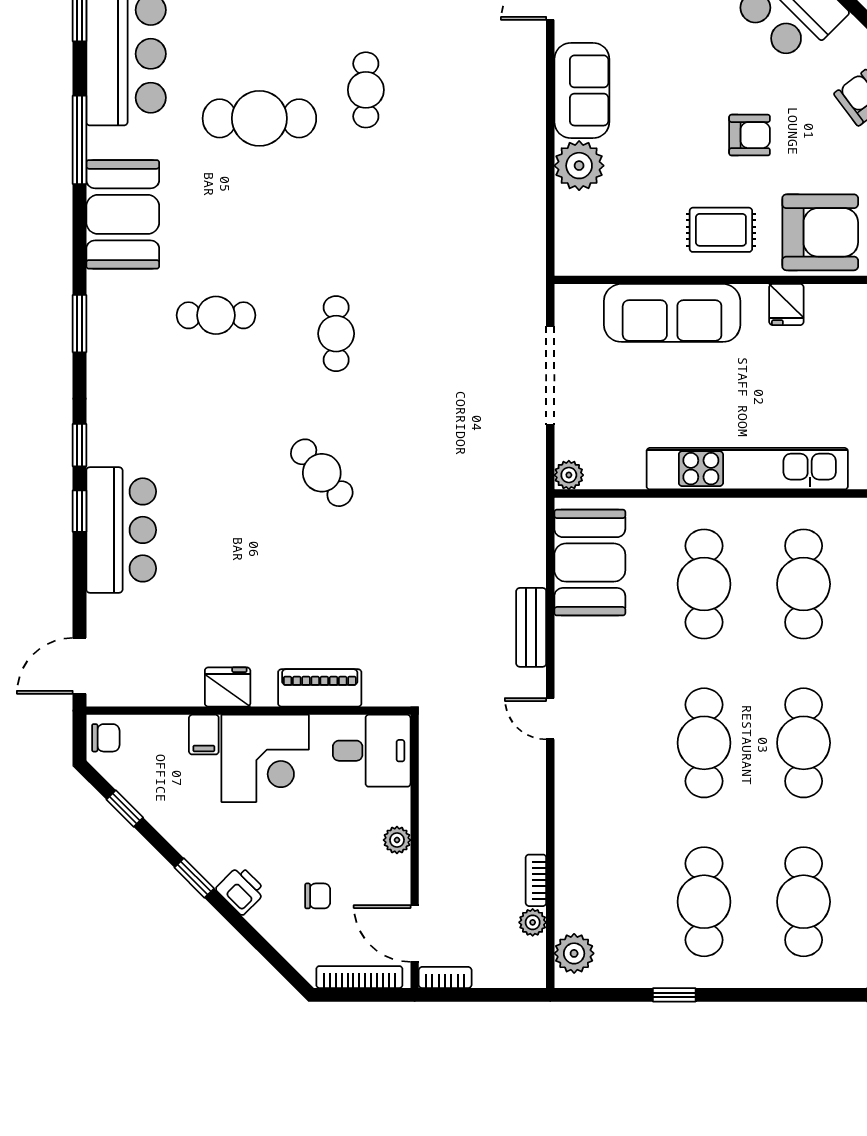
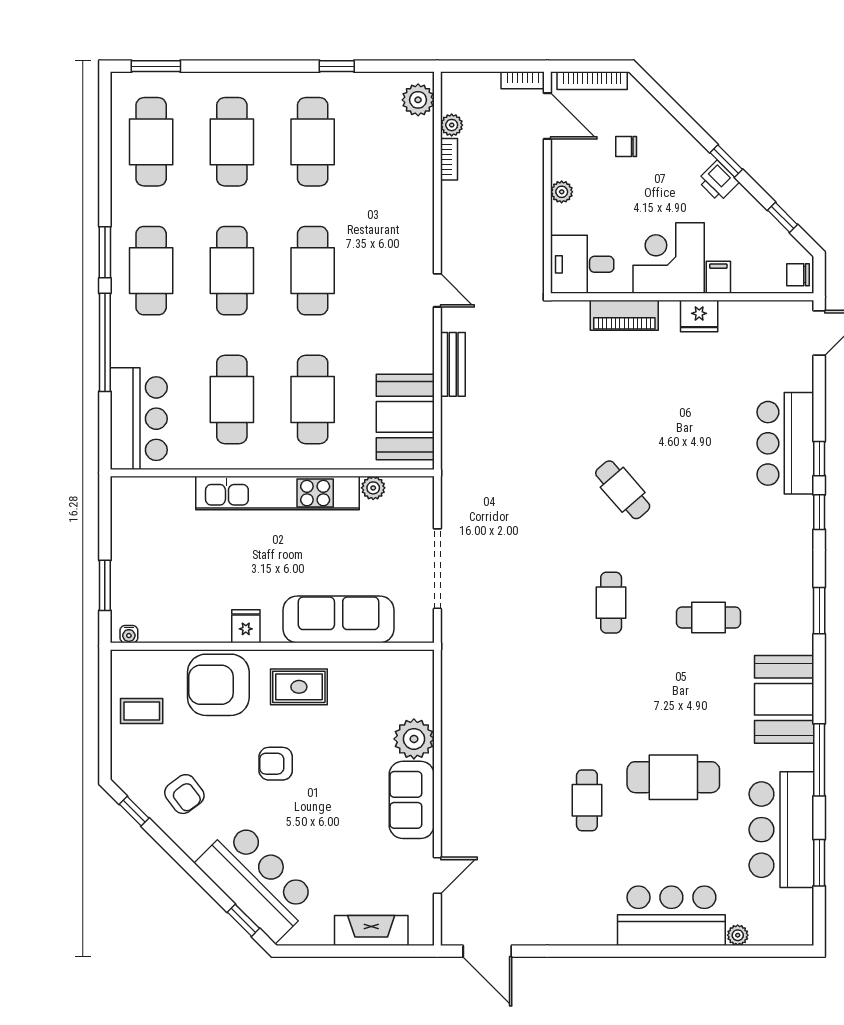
plant: (569, 475) -> (373, 488), moved
printer: (241, 890) -> (718, 181), moved

